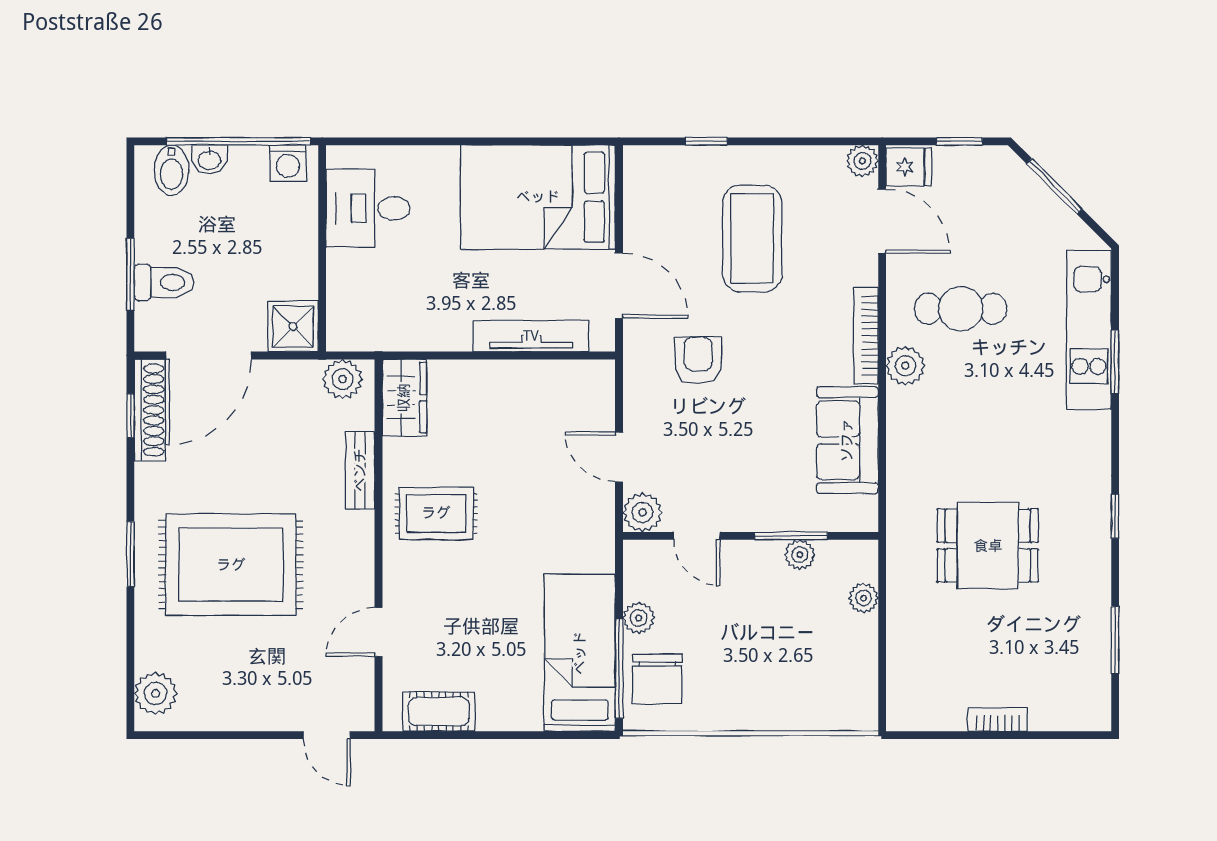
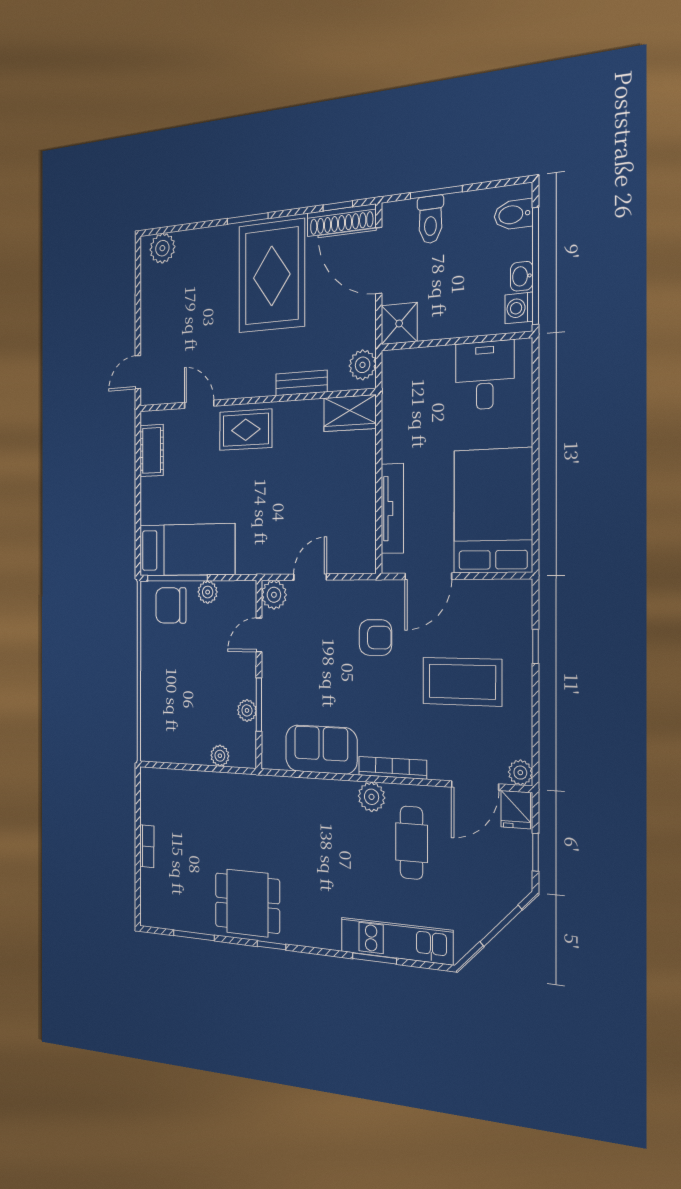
washbasin: (210, 159) -> (522, 276), moved
rug: (436, 513) -> (246, 430), moved, turned 90
dining table: (988, 546) -> (247, 903), moved, turned 90
rug: (231, 565) -> (272, 276), moved

